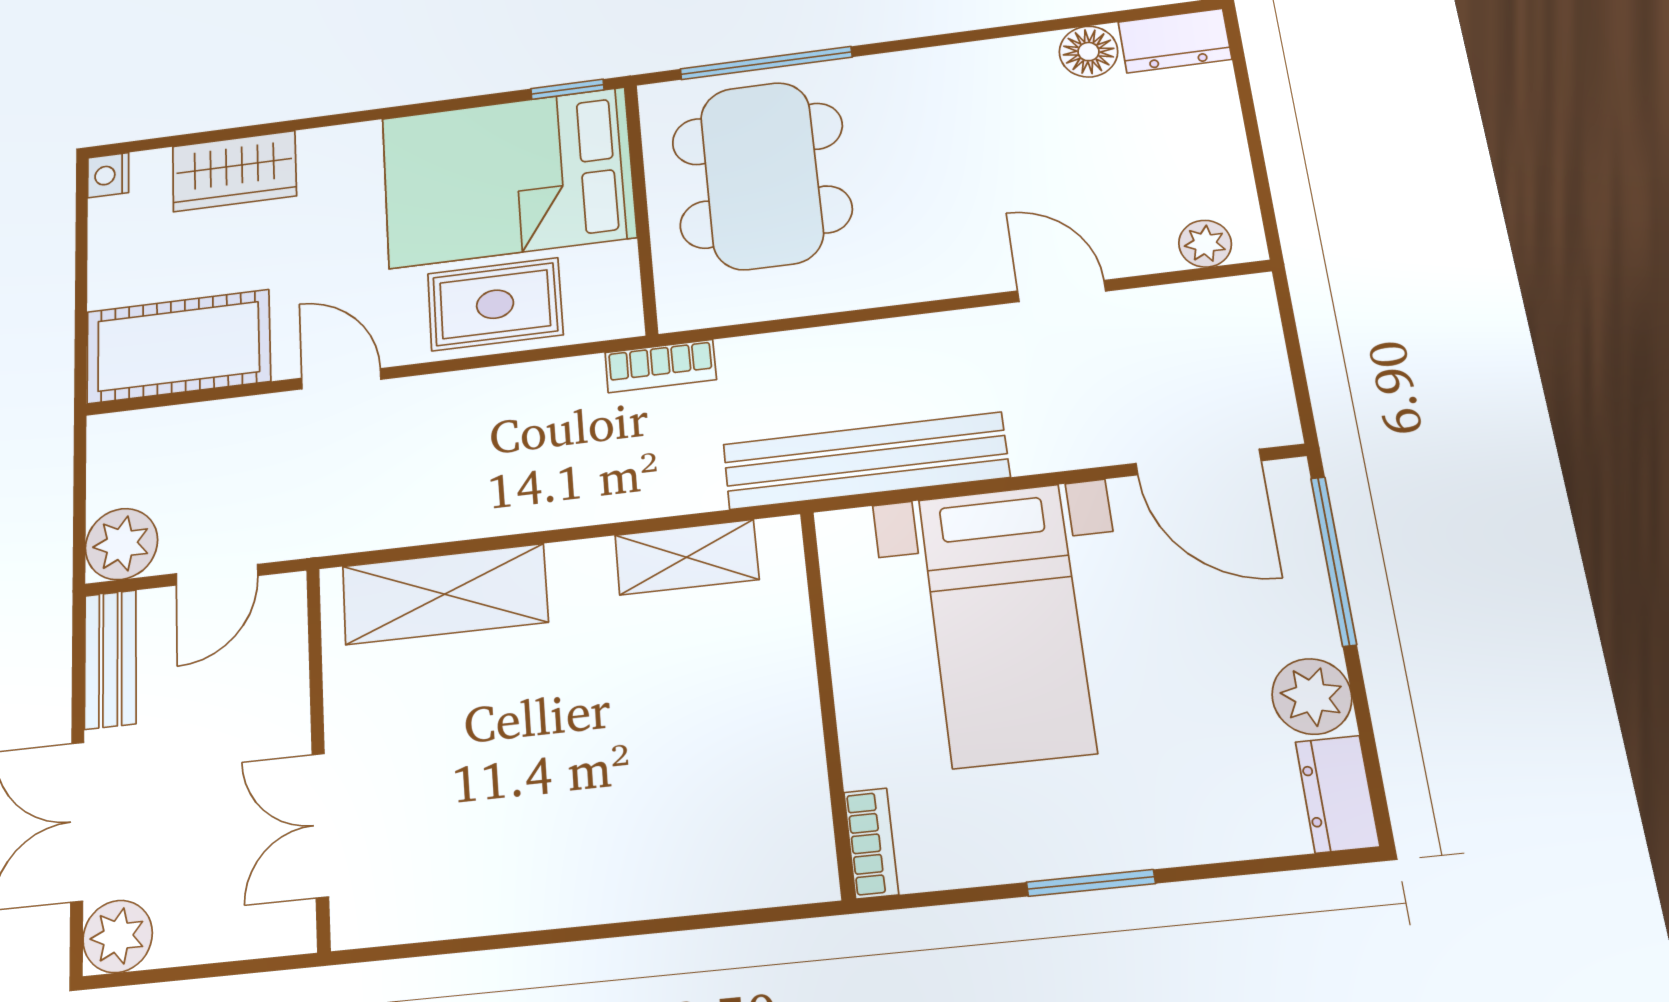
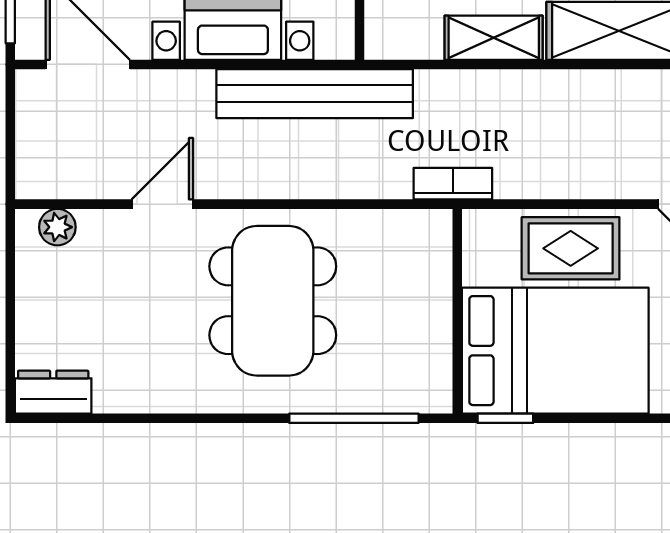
floor lamp: (1088, 52) -> (116, 392), removed
dining table: (762, 175) -> (273, 301), moved
door: (1061, 291) -> (162, 204), swing flipped
shelving: (687, 557) -> (494, 38), moved

